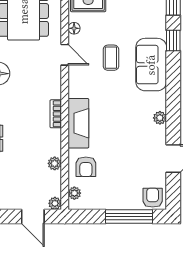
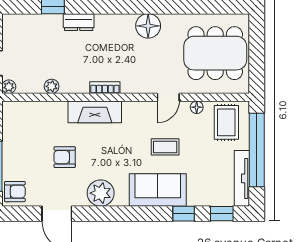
plant: (160, 118) -> (101, 193), width x1.87, depth x1.87
armchair: (86, 167) -> (65, 157), moved
plant: (74, 193) -> (20, 108), removed

